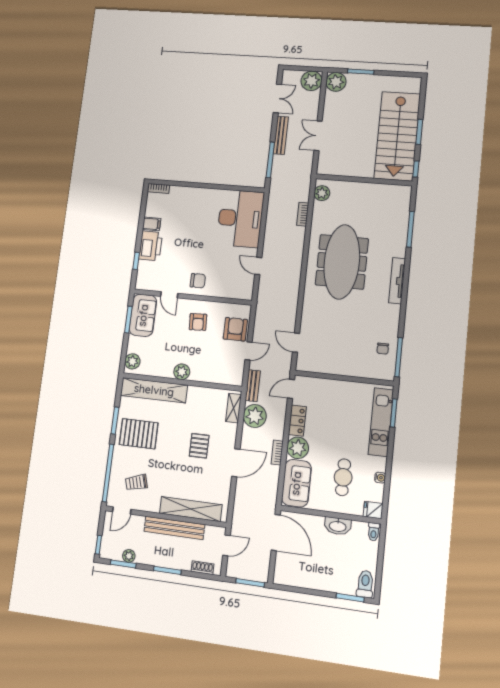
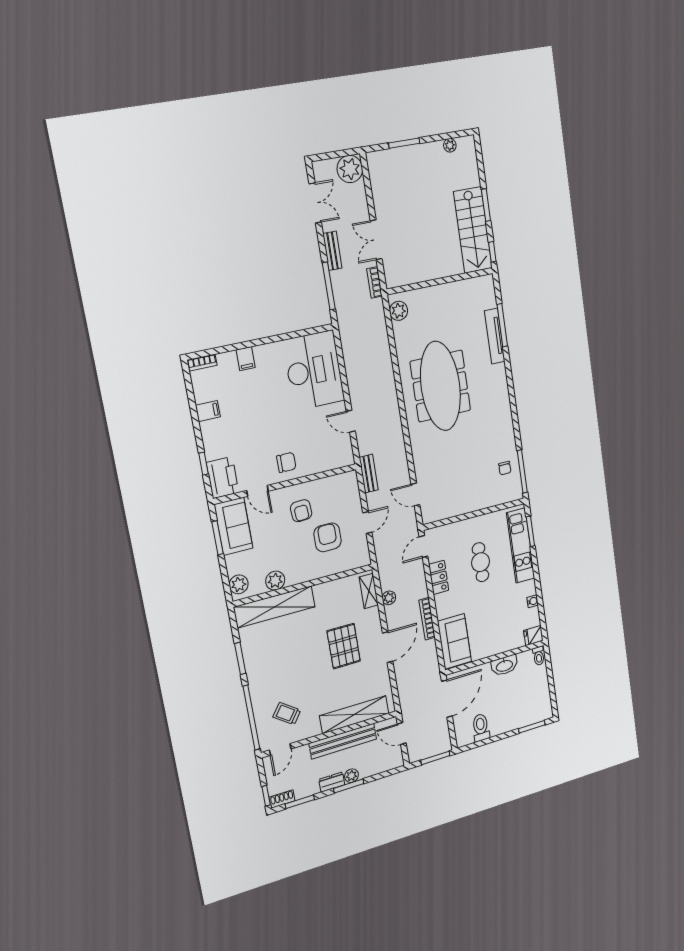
plant: (336, 82) -> (450, 145), moved, width x0.53, depth x0.53
bench: (281, 135) -> (332, 251), width x0.73
stairs: (397, 136) -> (473, 230), width x0.73, depth x0.66
filing cabinet: (191, 195) -> (246, 359), added
bookcase: (303, 214) -> (374, 282), moved
printer: (150, 246) -> (223, 478), moved
tv unit: (397, 281) -> (495, 336), moved
armchair: (235, 329) -> (328, 537), moved
plant: (182, 372) -> (275, 581), moved
bench: (253, 386) -> (369, 474), moved
plant: (255, 416) -> (389, 598), width x0.53, depth x0.53
pallet: (139, 434) -> (272, 661), removed
pallet: (199, 446) -> (344, 646), width x1.50, depth x1.42
plant: (298, 448) -> (446, 605), removed
bookcase: (277, 453) -> (427, 619), width x1.56
cafe table: (343, 477) -> (480, 562), moved
trolley: (136, 482) -> (287, 714), turned 52
door: (276, 533) -> (447, 699), hinge flipped
door: (226, 545) -> (402, 734), swing flipped
plant: (129, 556) -> (351, 776), moved
dresser: (154, 560) -> (332, 782), added
shoe rack: (202, 568) -> (282, 799), moved
toilet: (365, 584) -> (481, 728), moved

